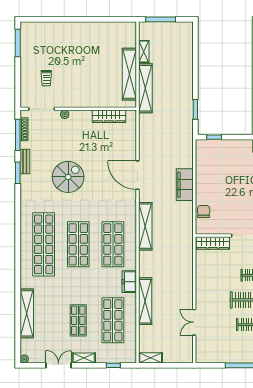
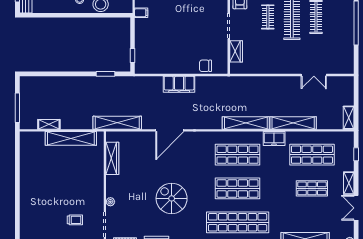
shelving: (145, 88) -> (117, 123), moved
shelving: (145, 226) -> (246, 123), moved
wardrobe: (213, 243) -> (236, 51), width x0.67

